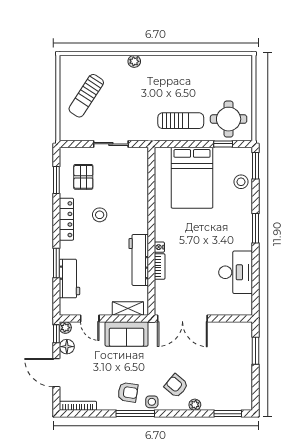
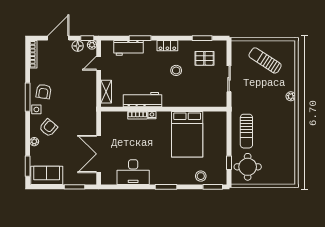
bed: (192, 178) -> (187, 134), moved, turned -90
locker: (66, 219) -> (167, 46), width x0.66
double door: (182, 319) -> (99, 154), moved
sofa: (127, 334) -> (47, 175), moved, turned 90

